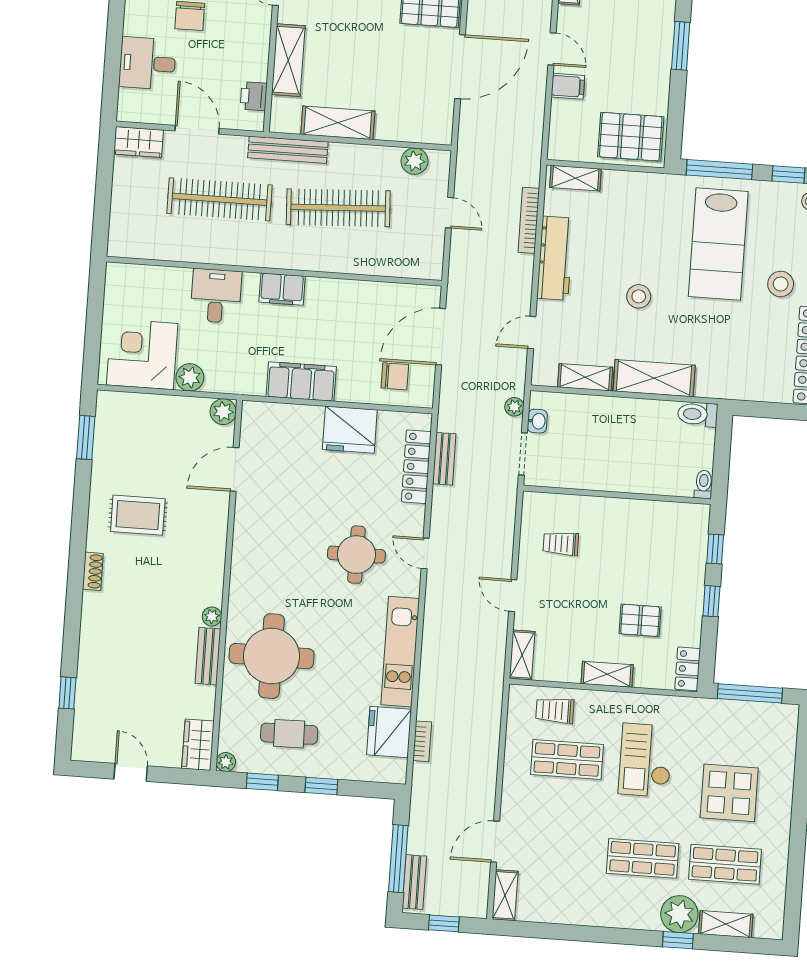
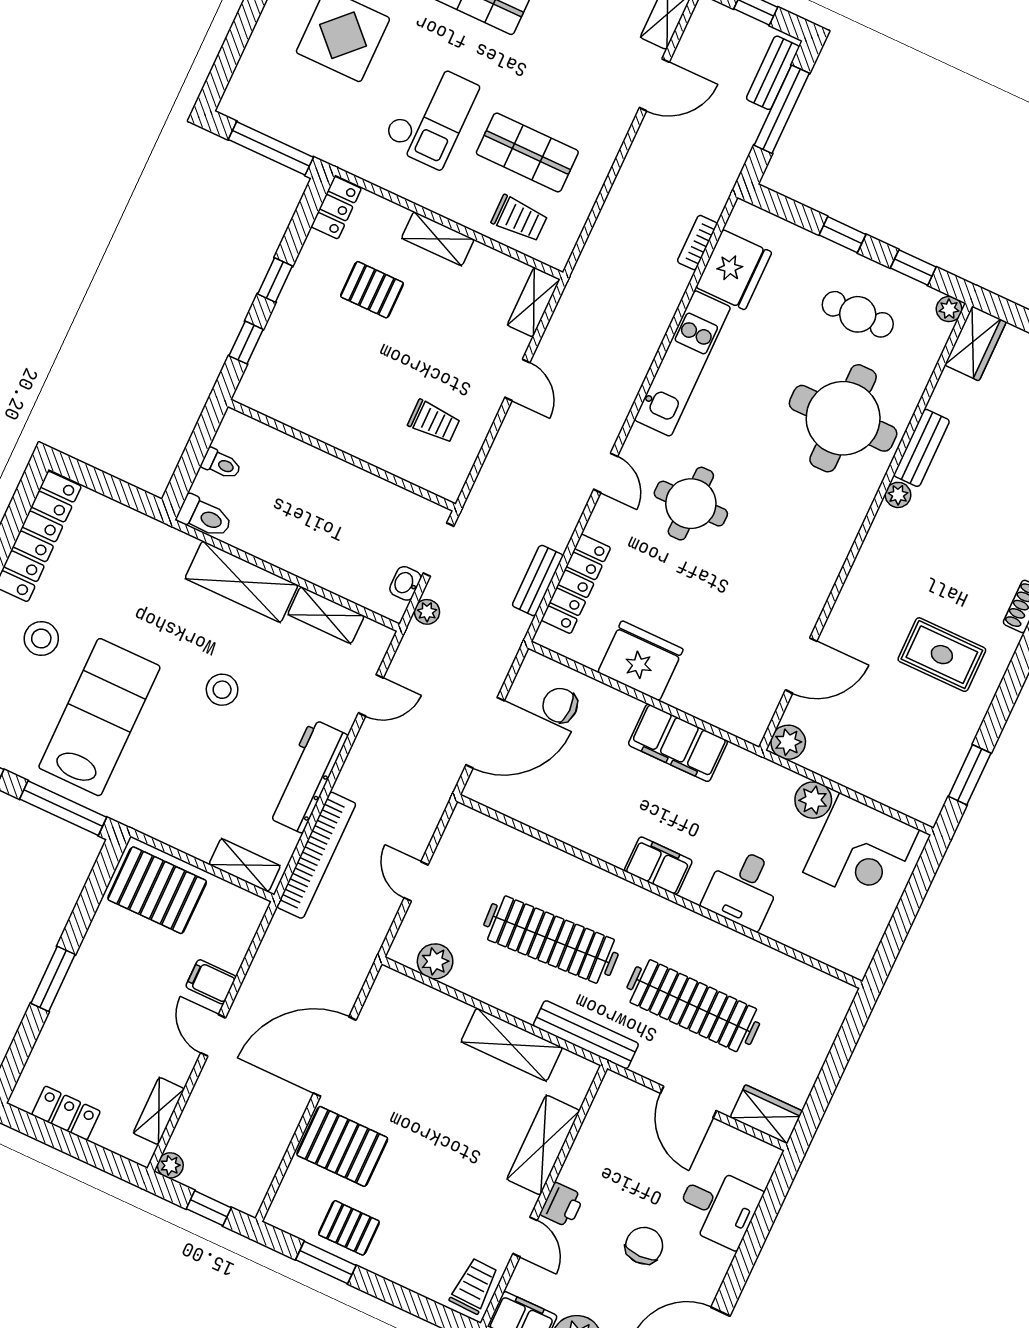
printer: (254, 96) -> (562, 1205), moved
bookcase: (529, 220) -> (316, 855), width x1.48, depth x1.31
toilet: (704, 484) -> (221, 464), moved, turned -90

